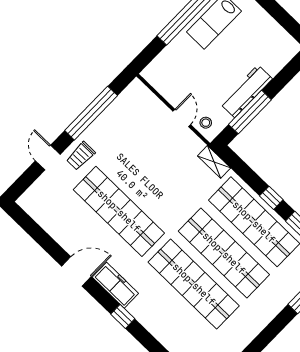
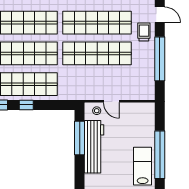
workbench: (246, 91) -> (94, 147), width x1.36, depth x1.32
shelving: (214, 162) -> (73, 95), removed
shop shelf: (149, 180) -> (97, 53), added

